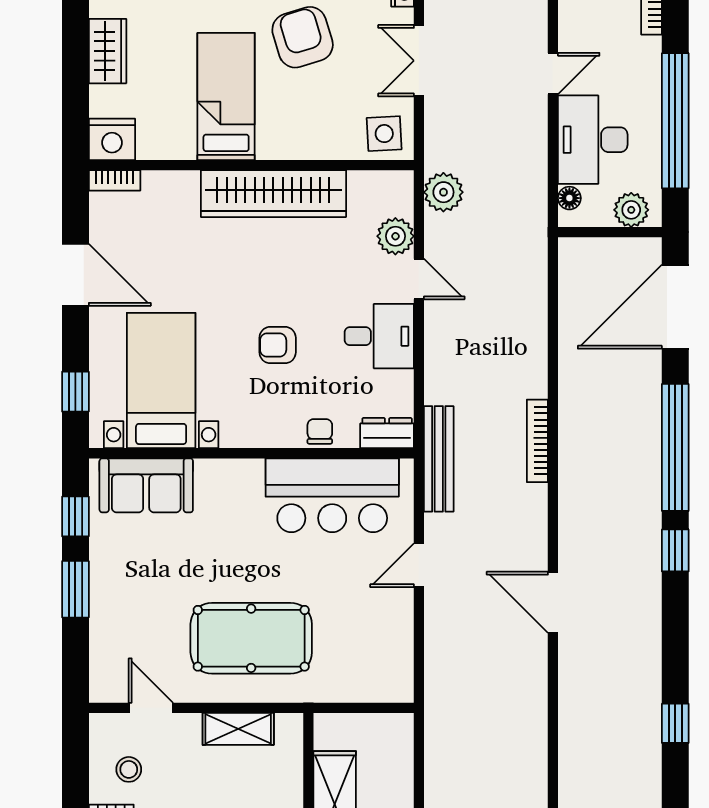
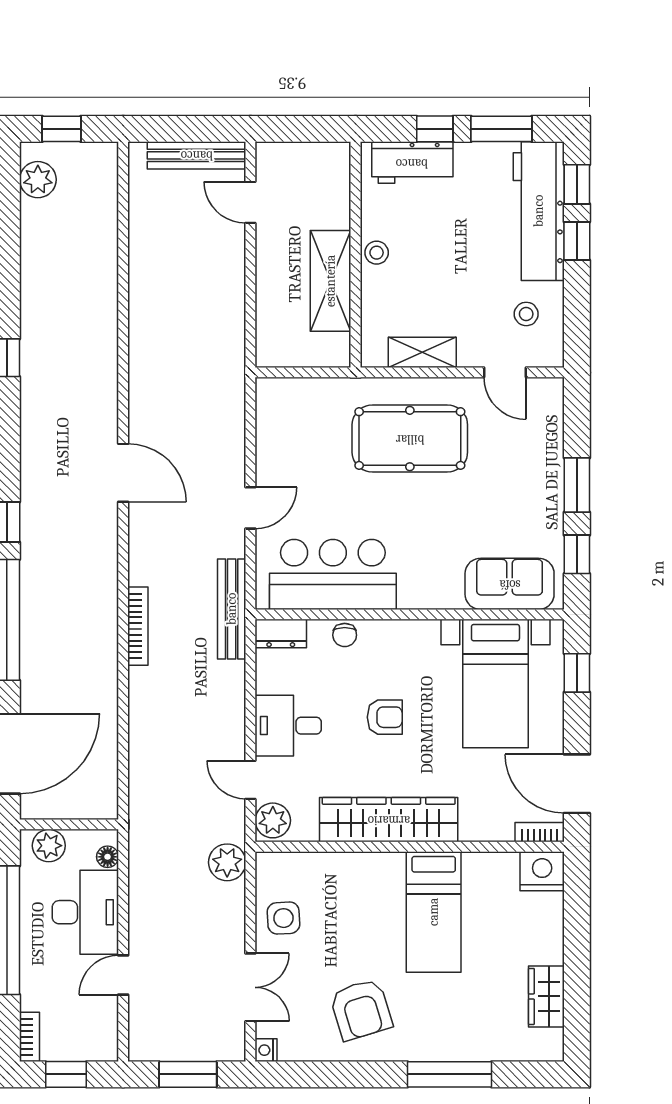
bed: (226, 96) -> (434, 912), moved
nightstand: (112, 139) -> (542, 871), moved
wall: (251, 165) -> (410, 847), moved
bookcase: (115, 180) -> (540, 832), moved
wardrobe: (273, 194) -> (389, 820), moved

